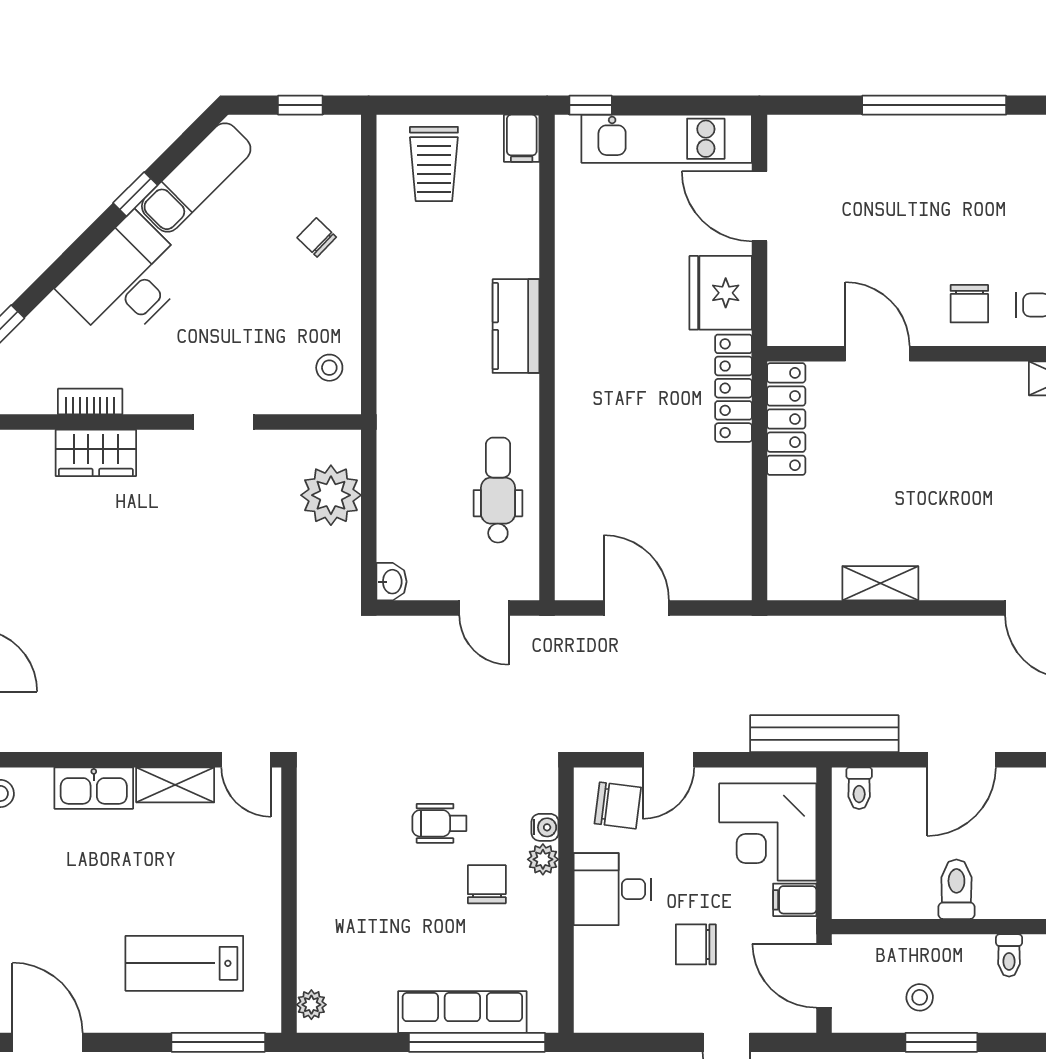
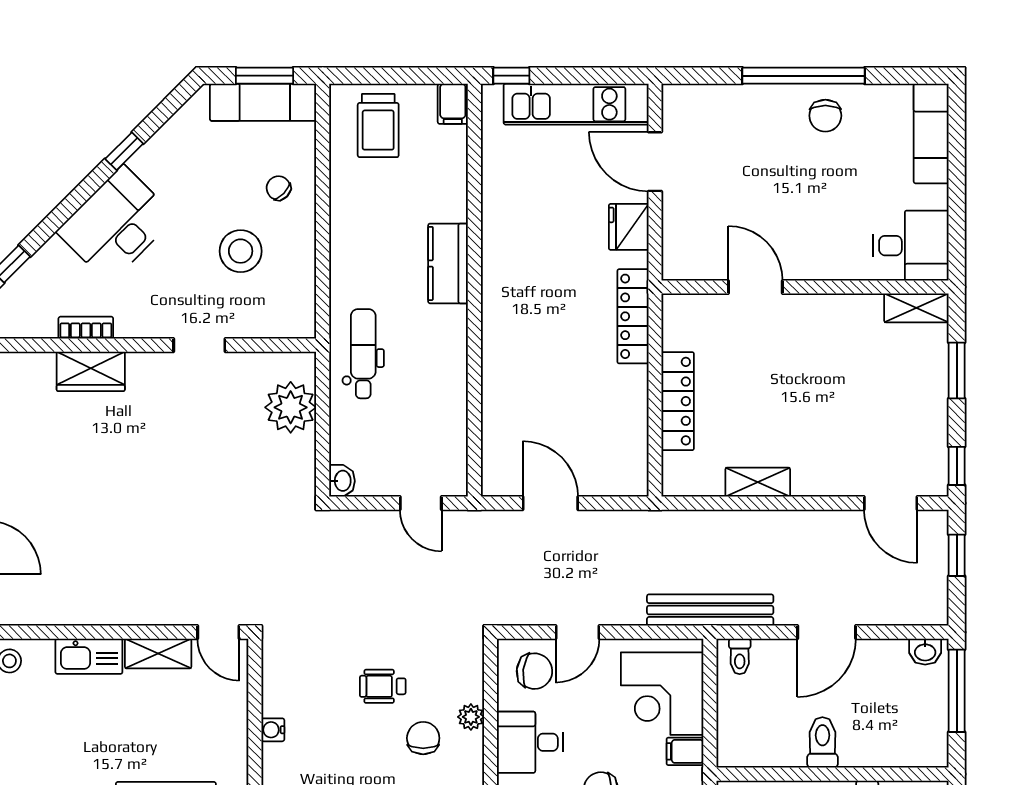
window: (300, 105) -> (265, 76), width x1.50
exam couch: (196, 178) -> (263, 102), moved, turned 45
fridge: (721, 293) -> (629, 227), width x0.73, depth x0.75
chair: (969, 304) -> (825, 116), moved
stool: (329, 368) -> (241, 251), moved, width x1.89, depth x1.89
locker: (786, 419) -> (678, 401), moved
dental chair: (498, 490) -> (363, 354), moved
water cooler: (545, 827) -> (273, 730), moved, turned 180

